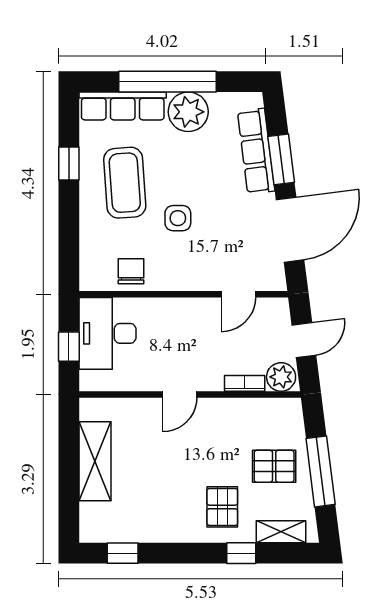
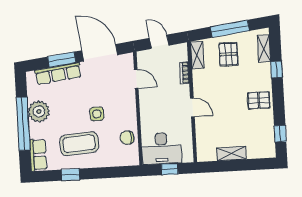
row of seats: (123, 106) -> (38, 155), width x0.68
plant: (281, 377) -> (180, 53), removed
shelving: (276, 409) -> (197, 55), added
shelving: (95, 461) -> (231, 154), width x0.67, depth x0.75
pallet: (222, 507) -> (259, 100), moved

